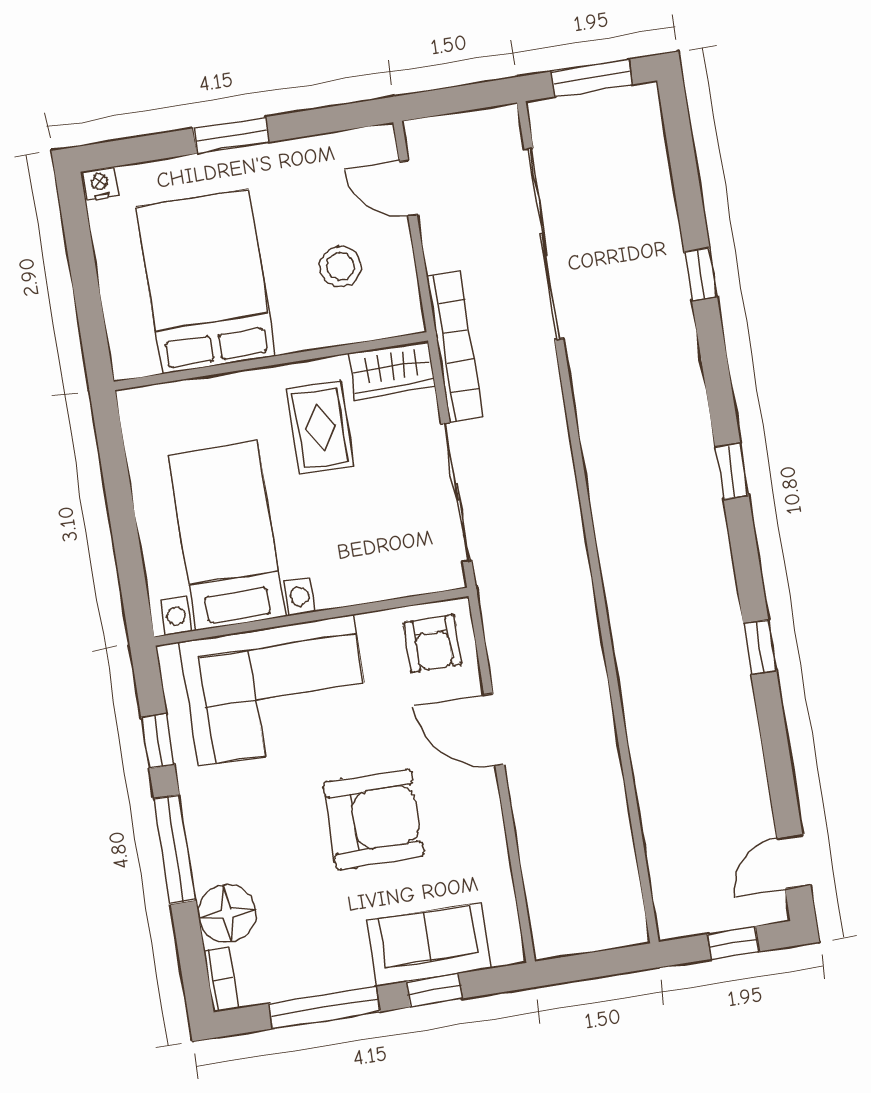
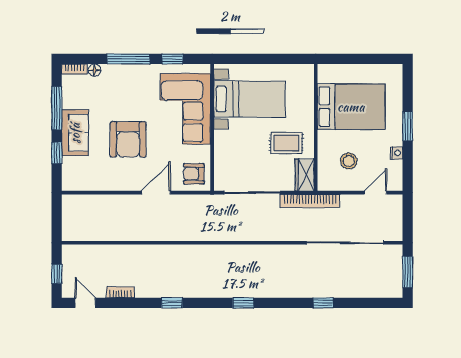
nightstand: (100, 184) -> (397, 153), moved
bookcase: (754, 778) -> (120, 292), added
floor lamp: (227, 914) -> (94, 70), width x0.53, depth x0.53
sofa: (429, 945) -> (75, 133), moved

